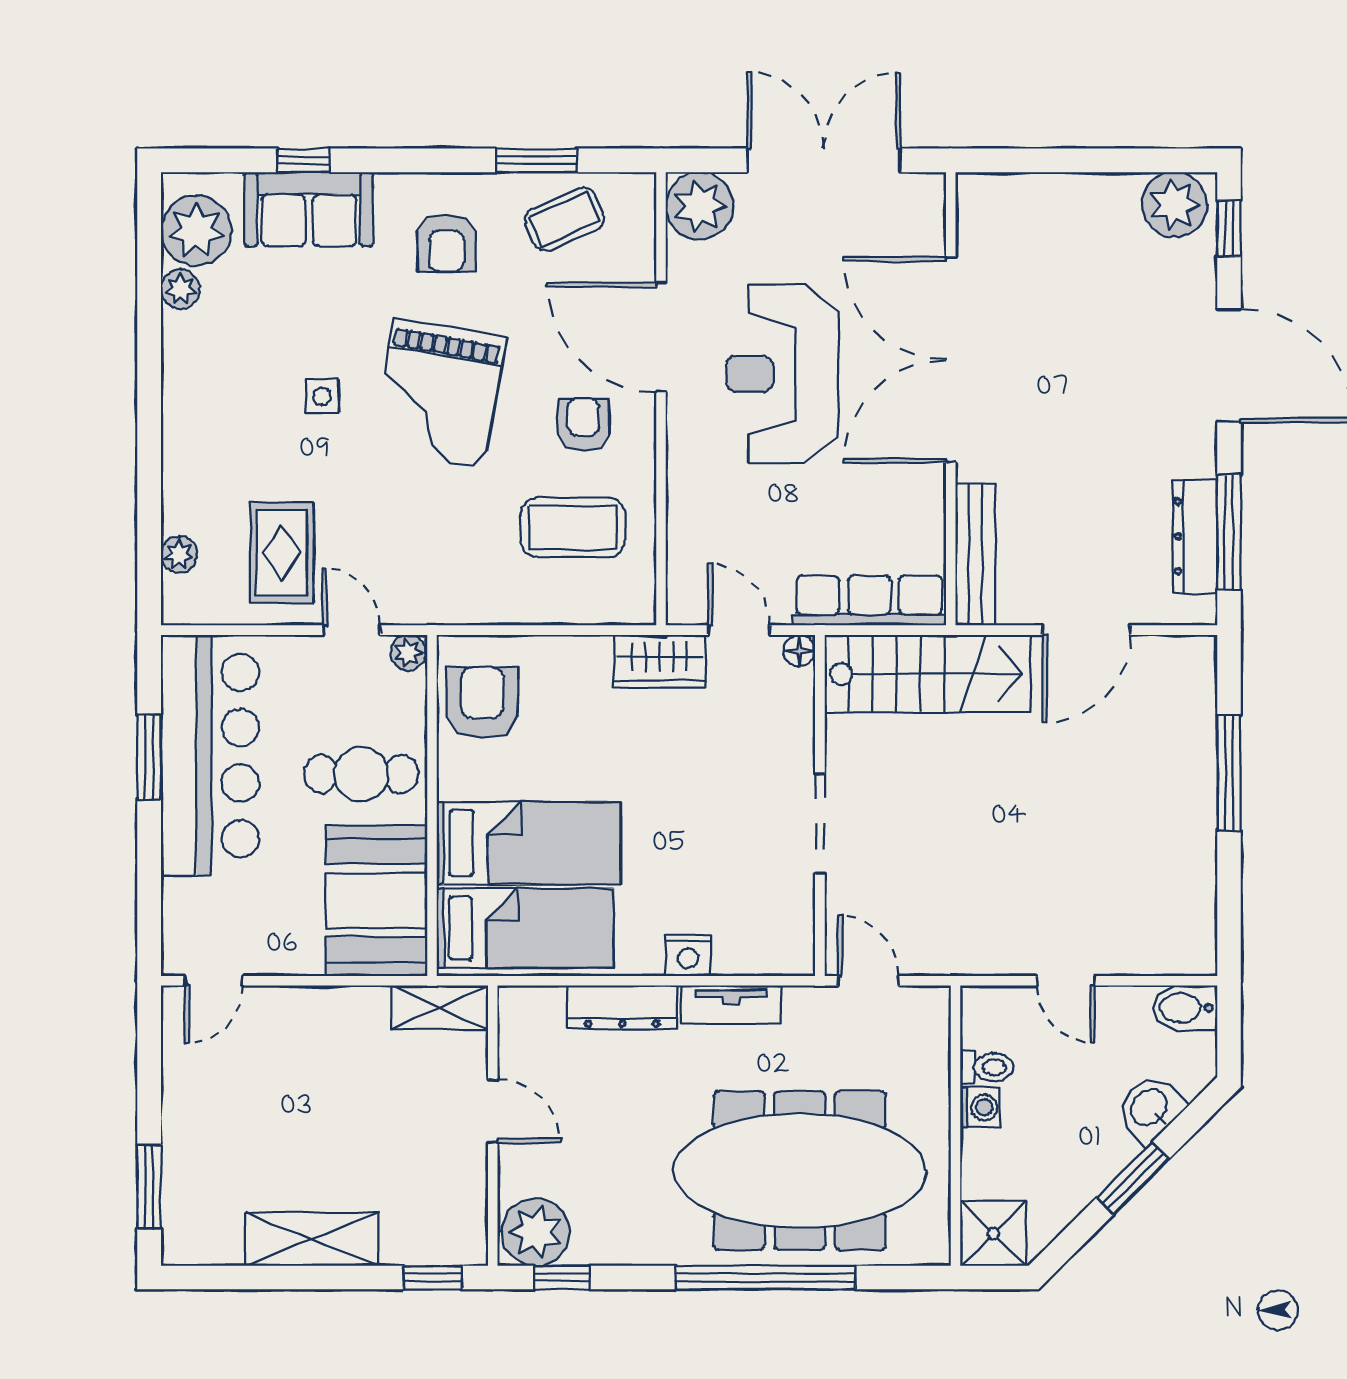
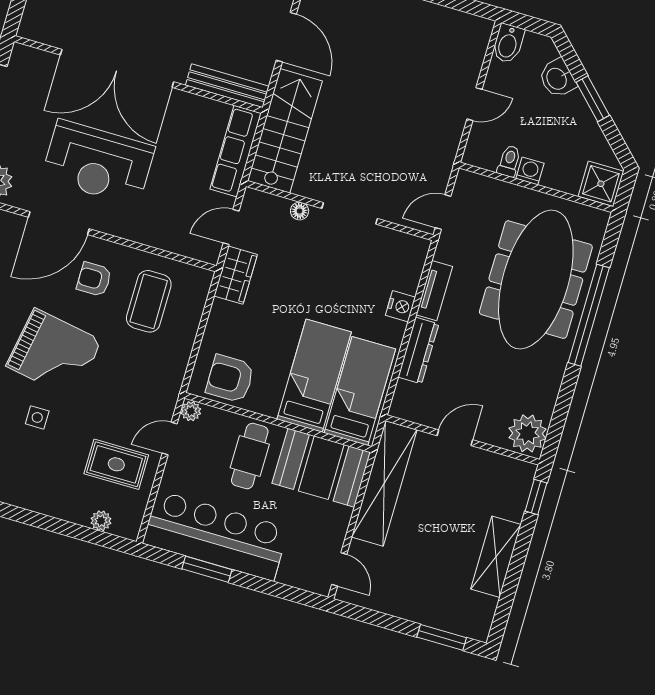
floor lamp: (799, 651) -> (300, 211), moved
shelving: (439, 1007) -> (384, 483), width x2.20, depth x1.33
window: (562, 1278) -> (557, 426), removed

